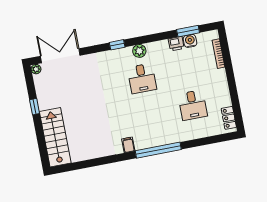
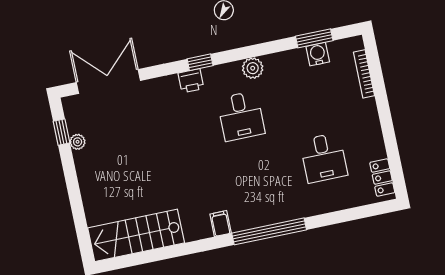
printer: (176, 44) -> (191, 81), moved
plant: (139, 51) -> (253, 68), moved
plant: (36, 69) -> (78, 142), moved
window: (35, 107) -> (61, 132), moved
stairs: (55, 137) -> (136, 235), moved, turned -90

